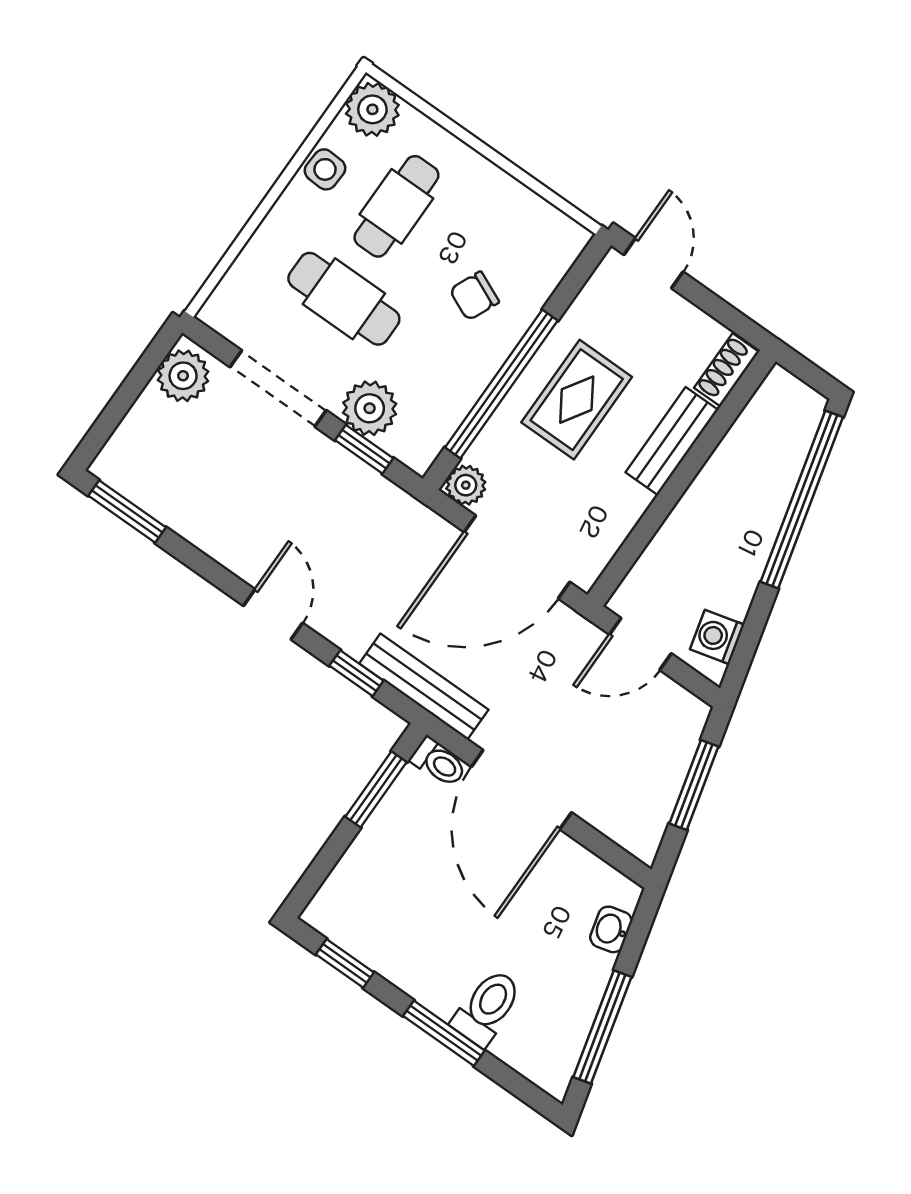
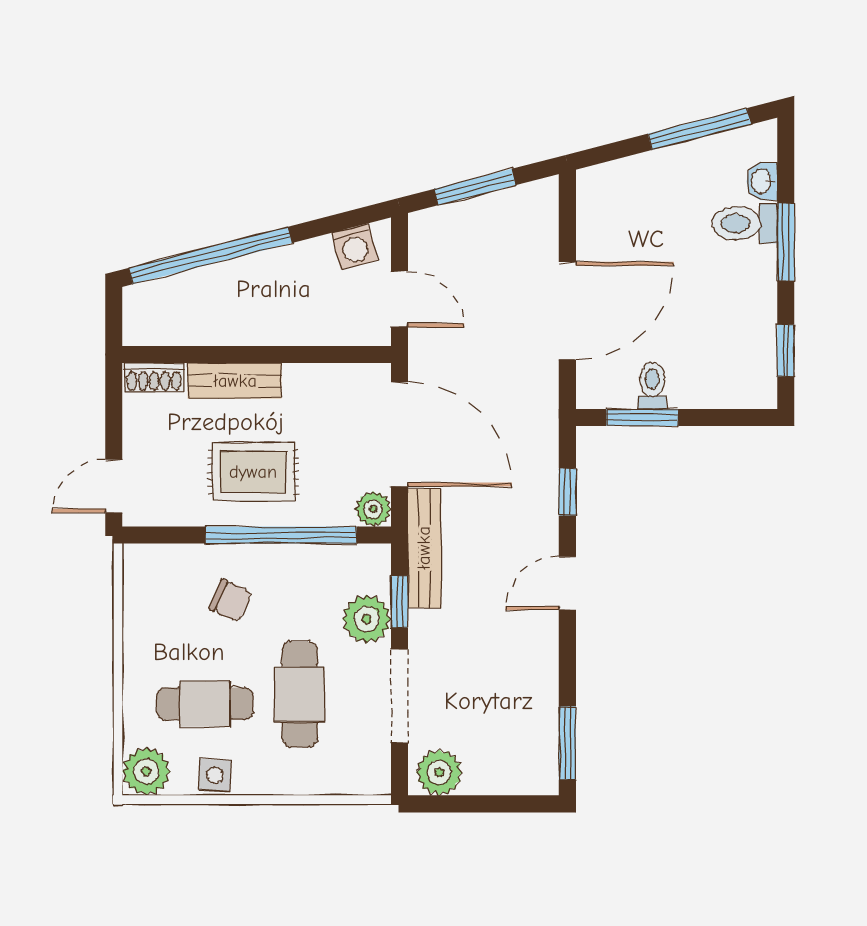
bench: (424, 687) -> (424, 548), moved
toilet: (439, 762) -> (652, 386), moved
washbasin: (611, 929) -> (762, 181), moved, turned 104

